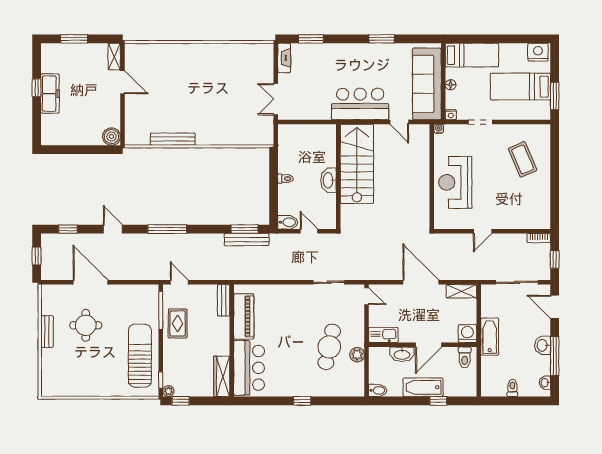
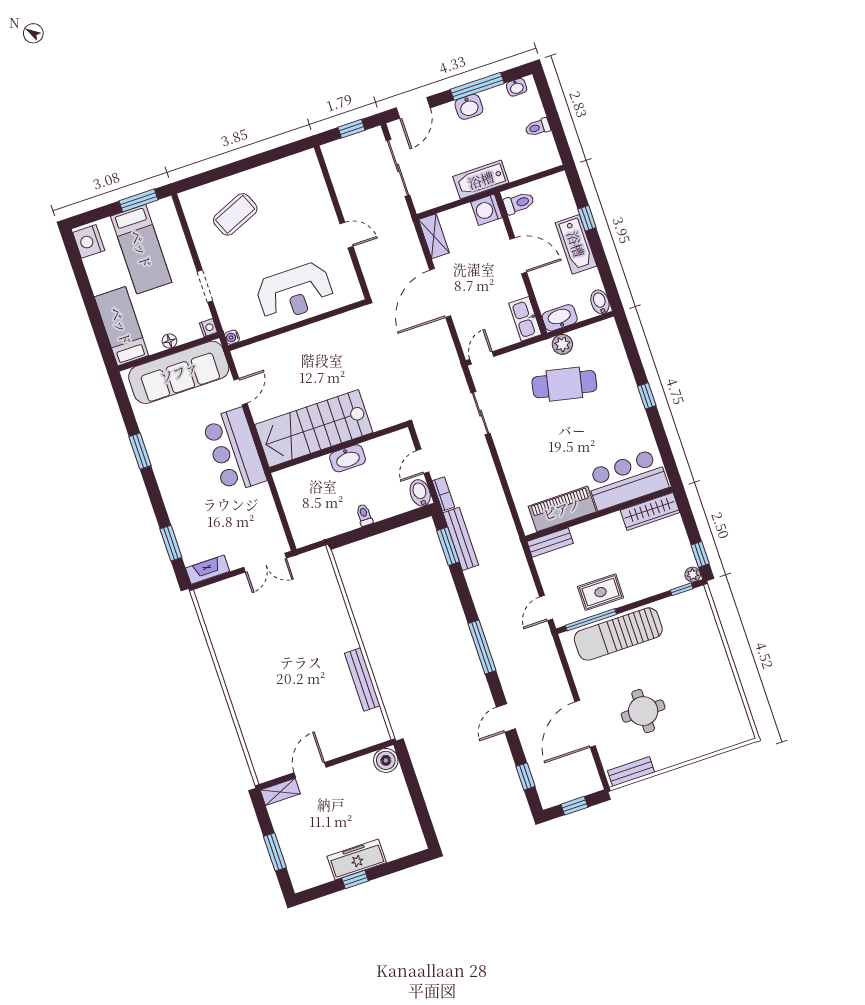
bookcase: (539, 238) -> (443, 494), moved
bench: (47, 332) -> (631, 771), moved
washbasin: (402, 354) -> (560, 318), moved, turned -90
sun lounger: (140, 356) -> (618, 634), moved

